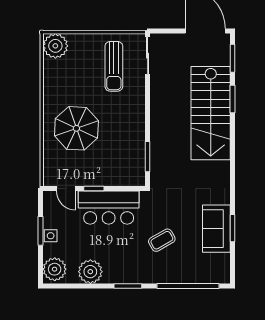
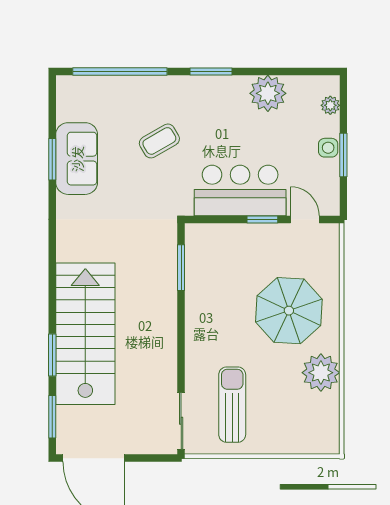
plant: (55, 46) -> (321, 373), moved
plant: (55, 269) -> (330, 105), width x0.53, depth x0.53

